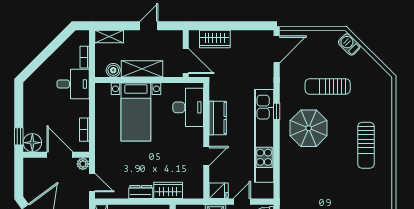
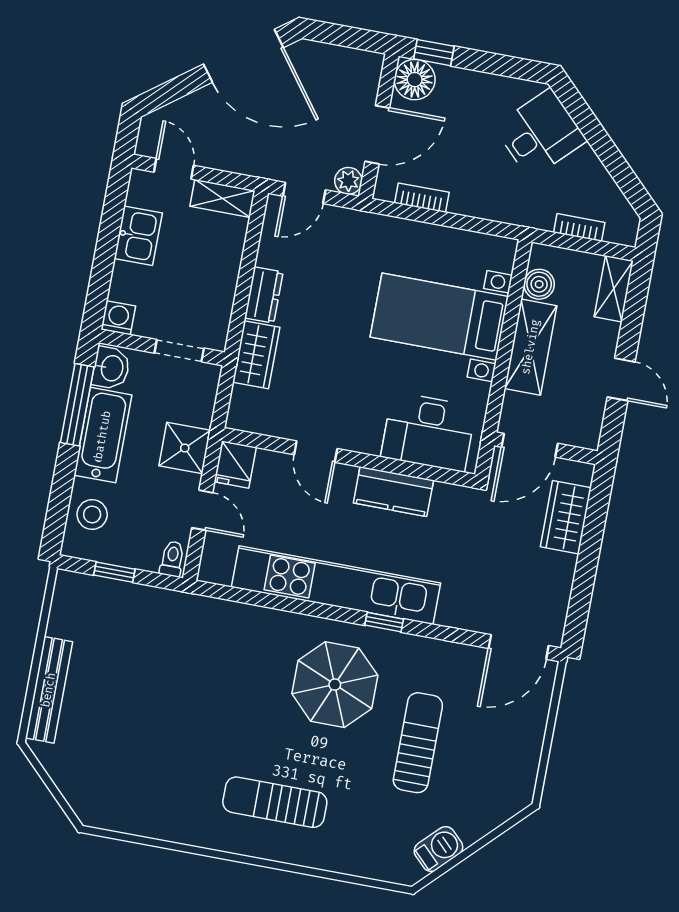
barbecue: (349, 44) -> (438, 849), moved
door: (277, 49) -> (519, 647), hinge flipped
desk: (73, 84) -> (540, 134), moved, turned -135

